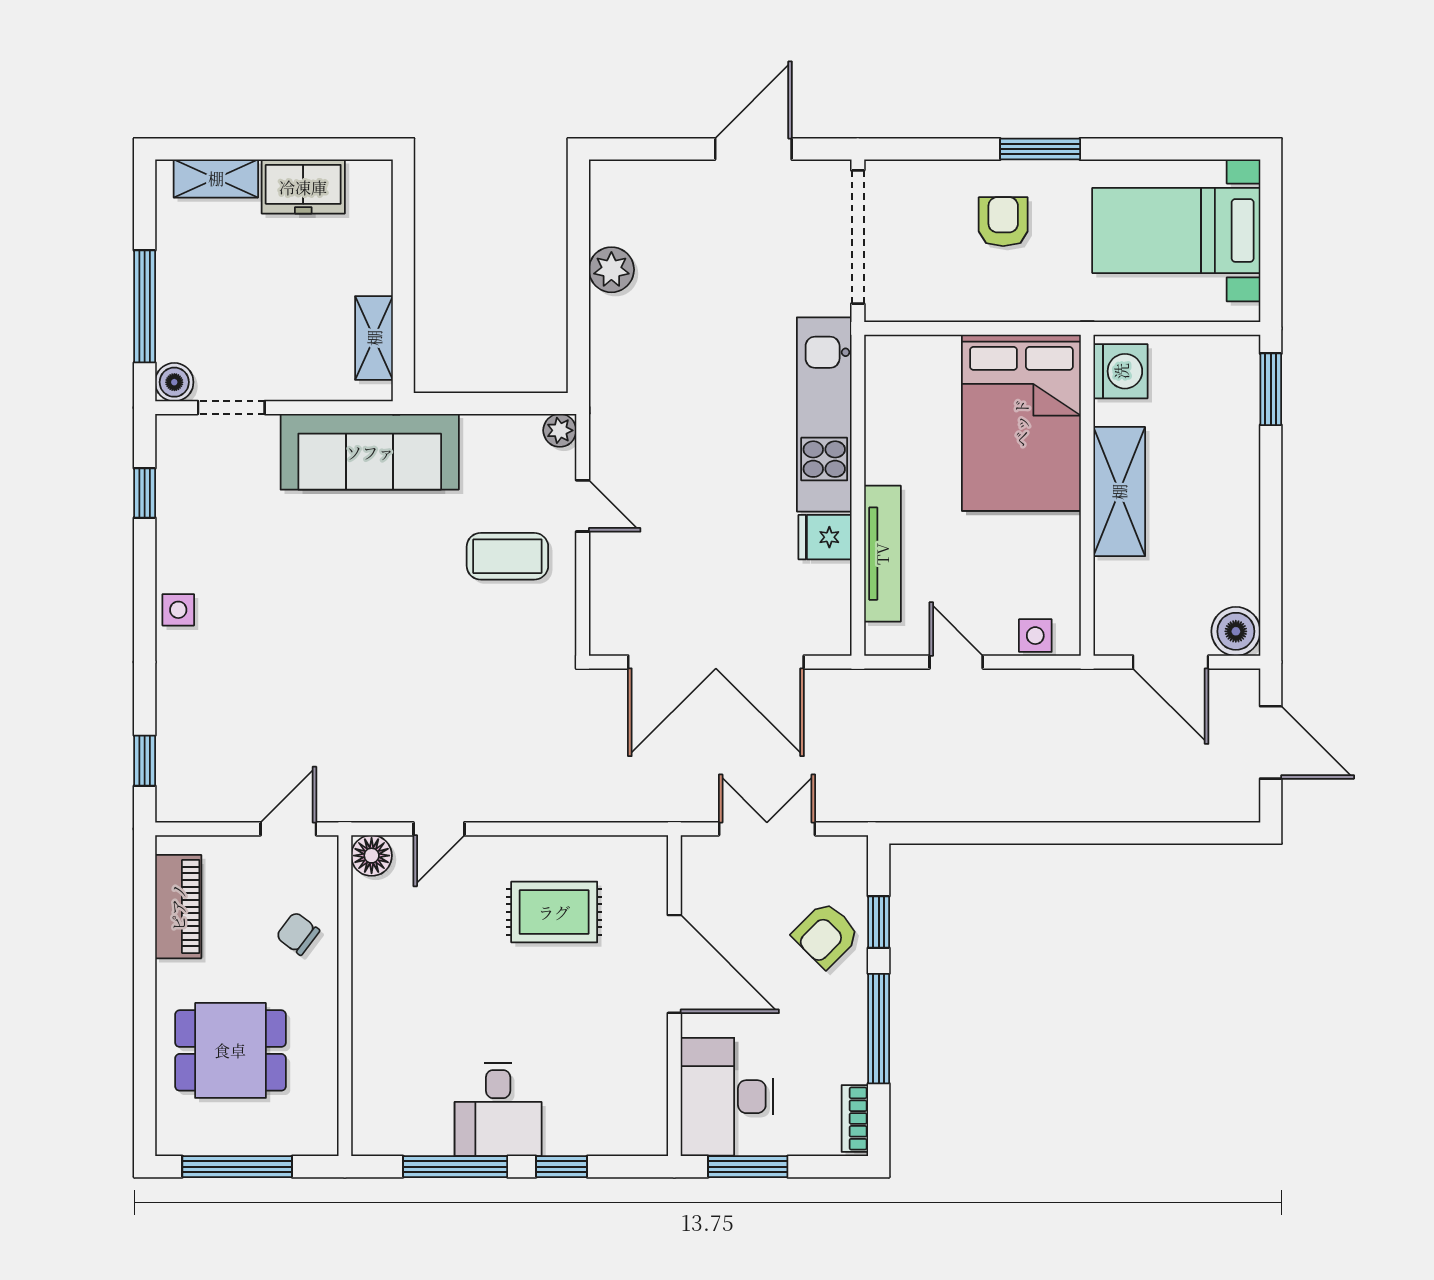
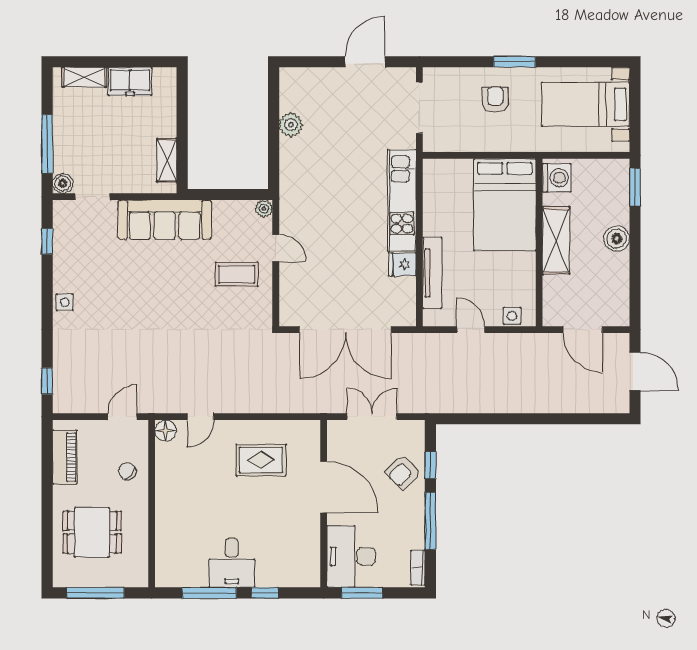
doorway: (858, 237) -> (419, 108), width x0.73
boiler: (1236, 631) -> (617, 239), moved

